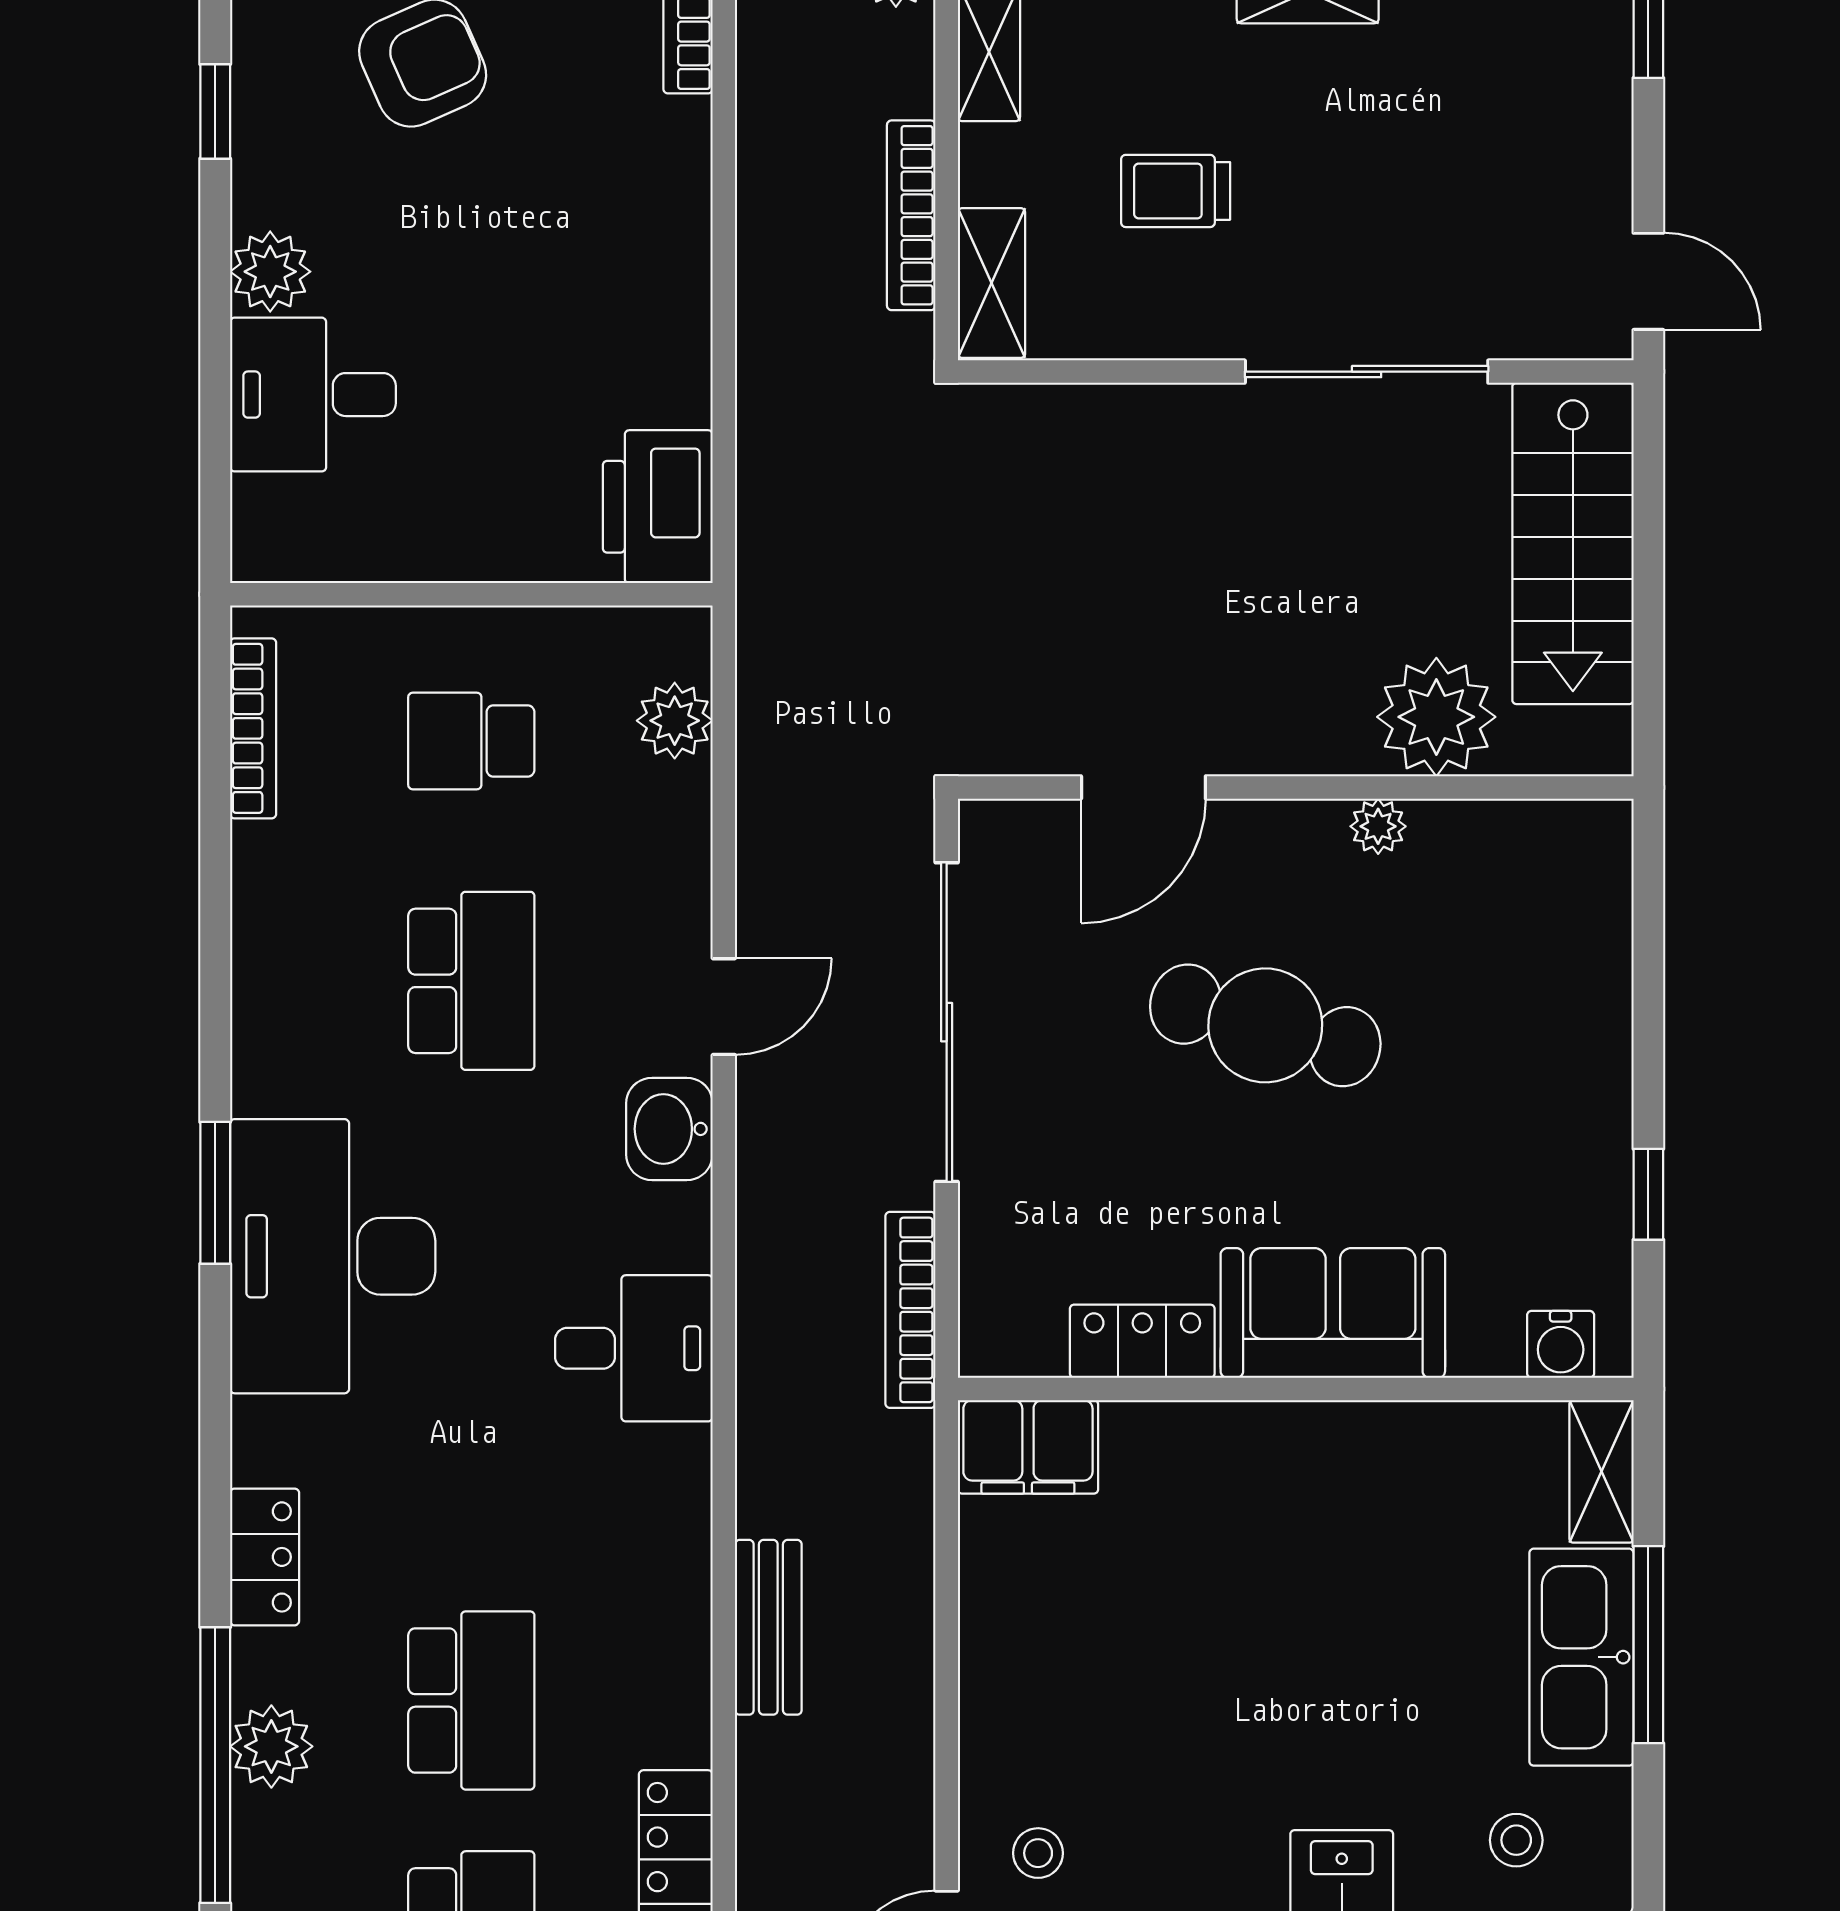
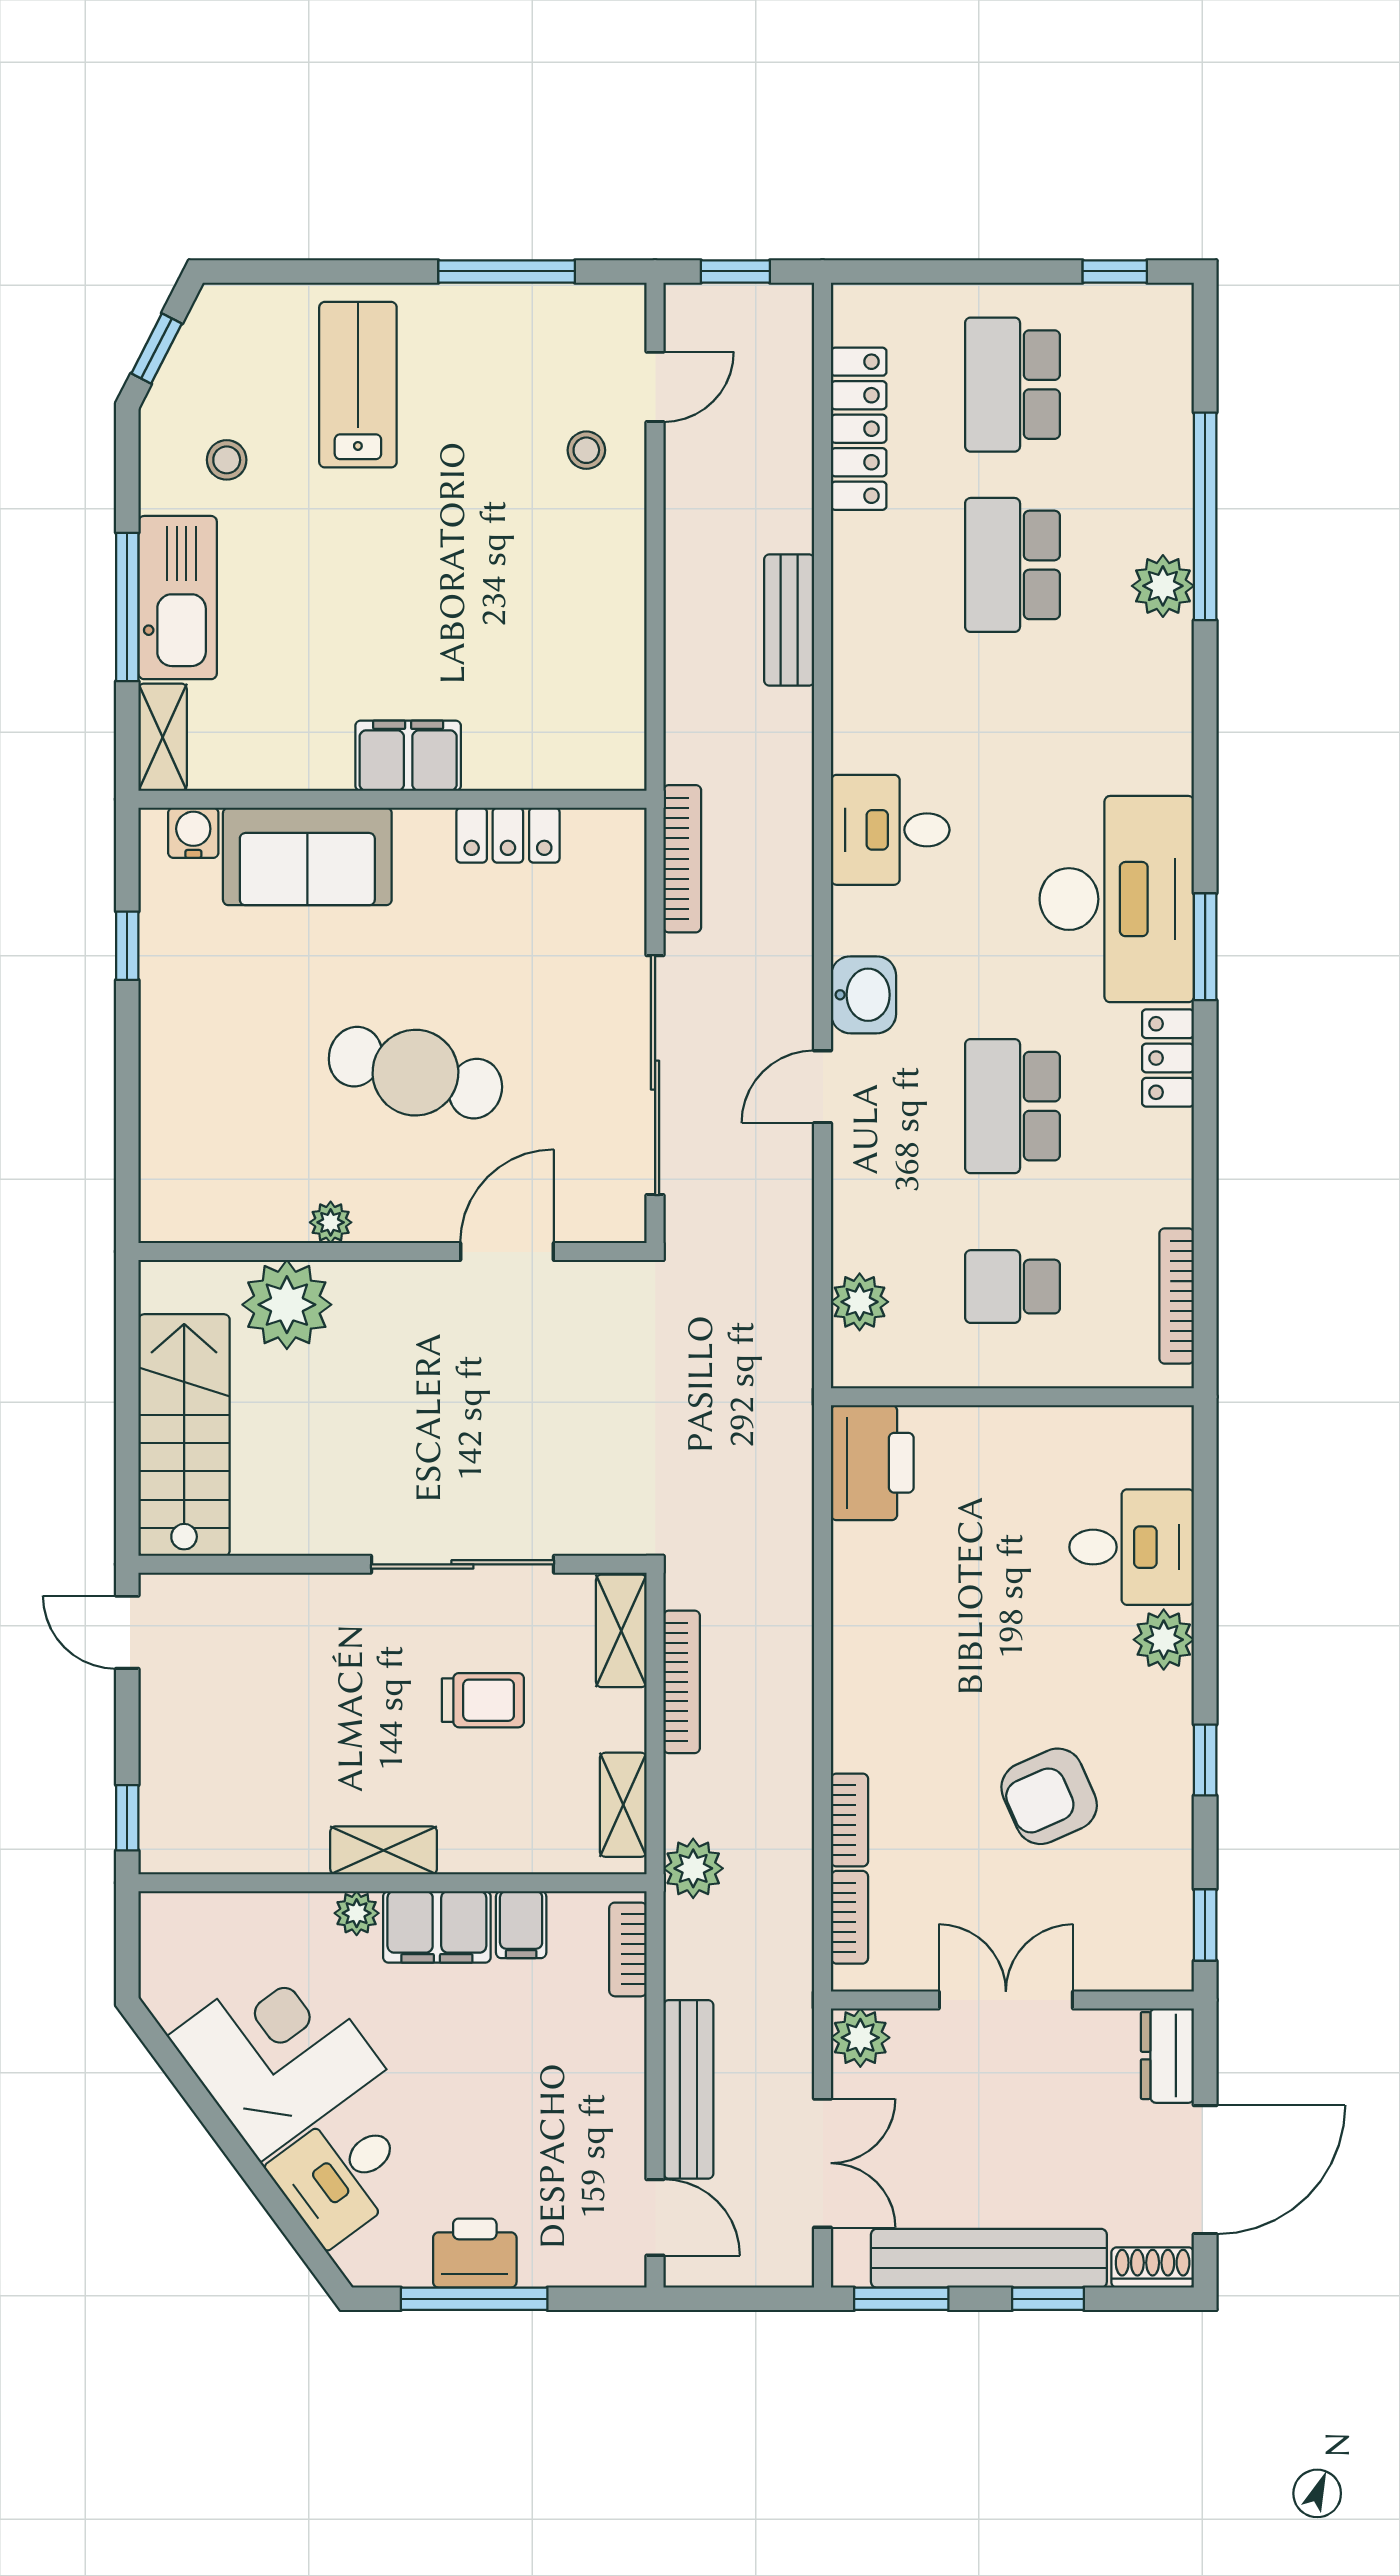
sliding door: (1367, 372) -> (462, 1564), moved
school desk: (471, 741) -> (1012, 1287), turned 180
sofa: (1333, 1313) -> (307, 856), moved
filing cabinet: (1028, 1447) -> (408, 756), moved
locker: (265, 1557) -> (1168, 1058), moved
plant: (271, 1746) -> (1163, 586), moved

